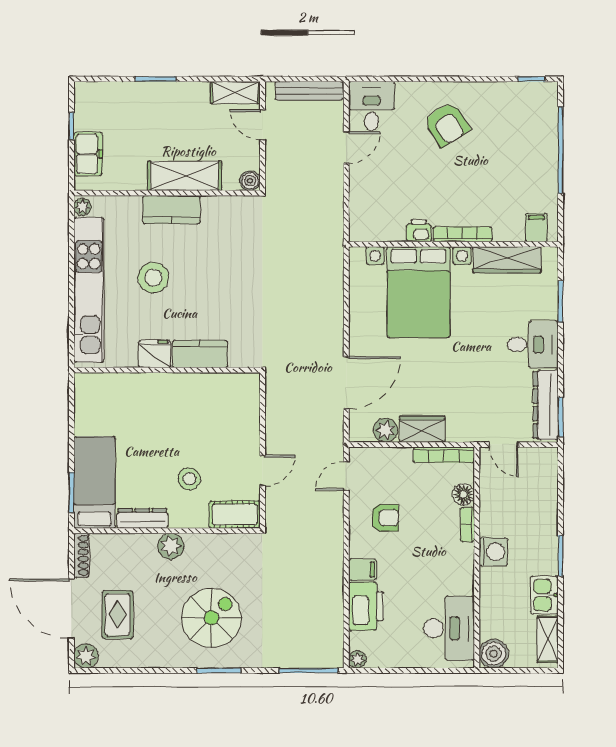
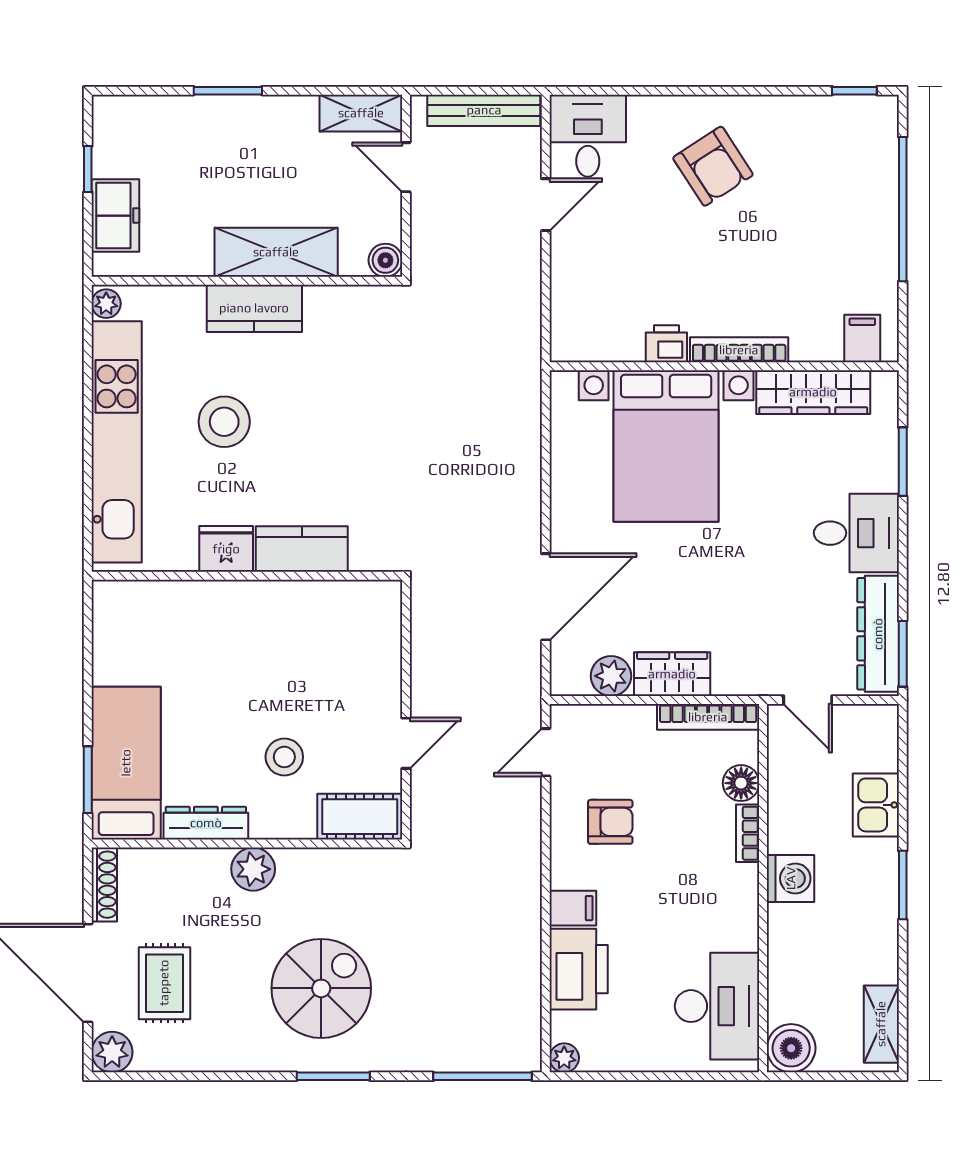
kitchen sink: (544, 595) -> (876, 805), moved

